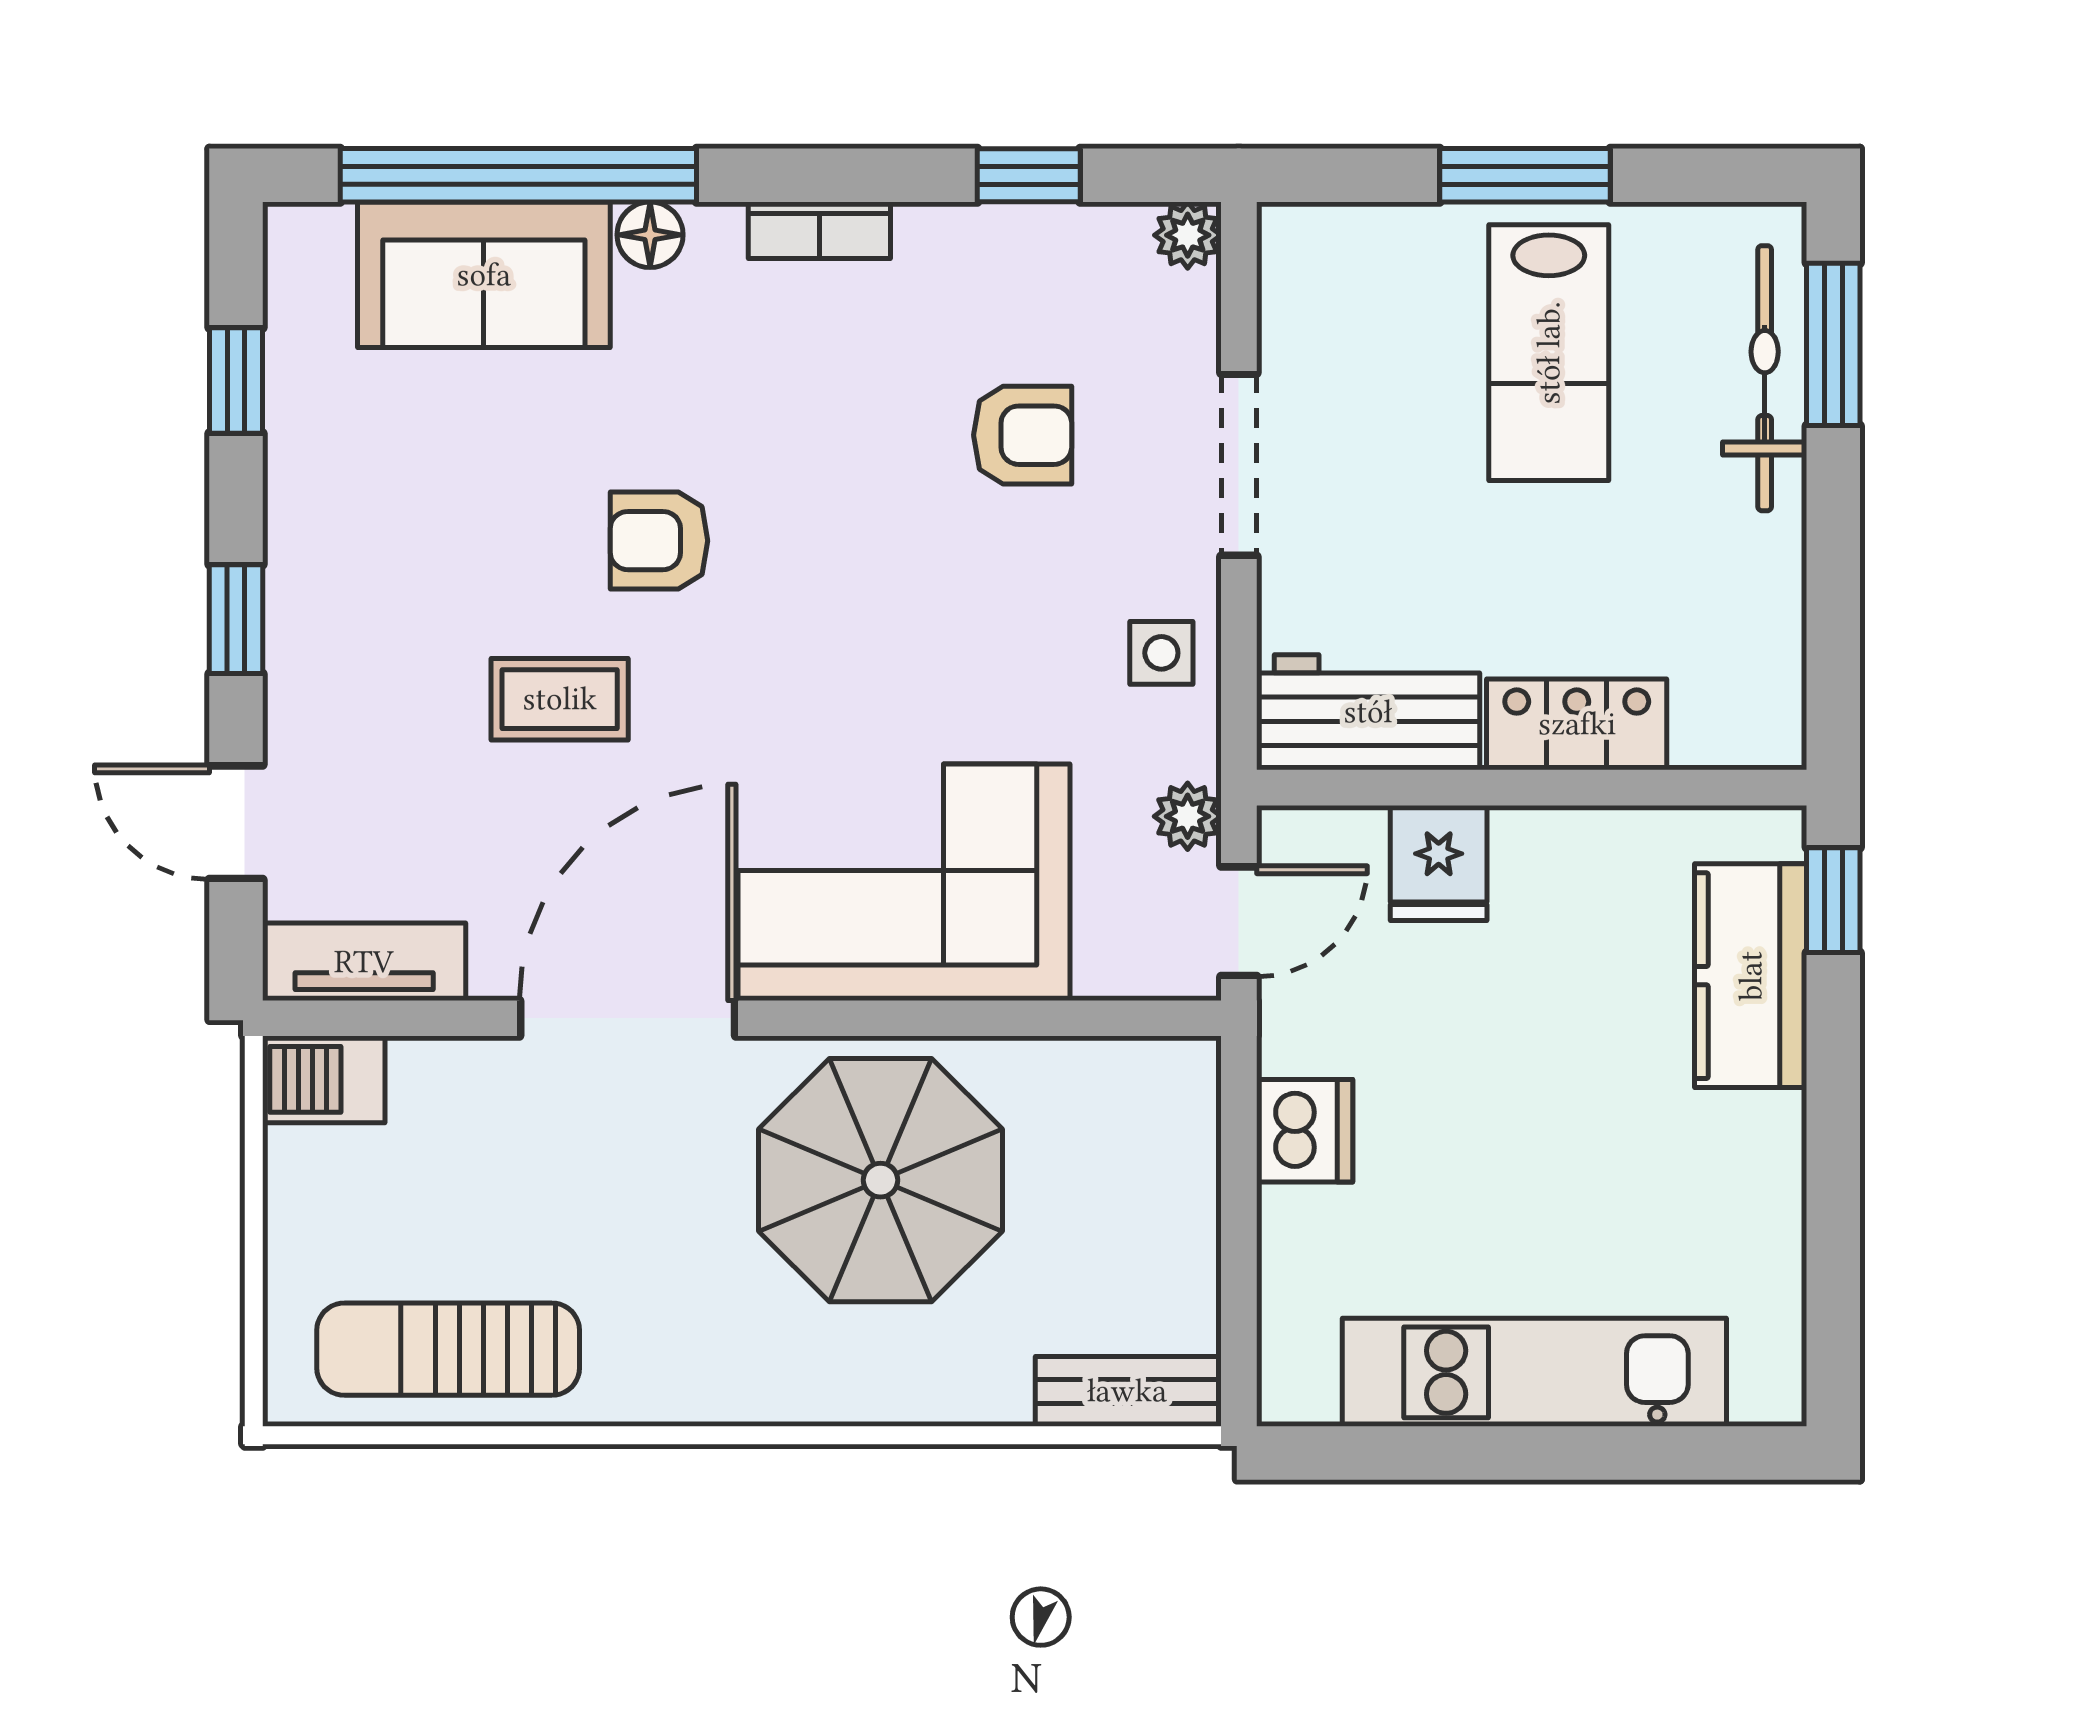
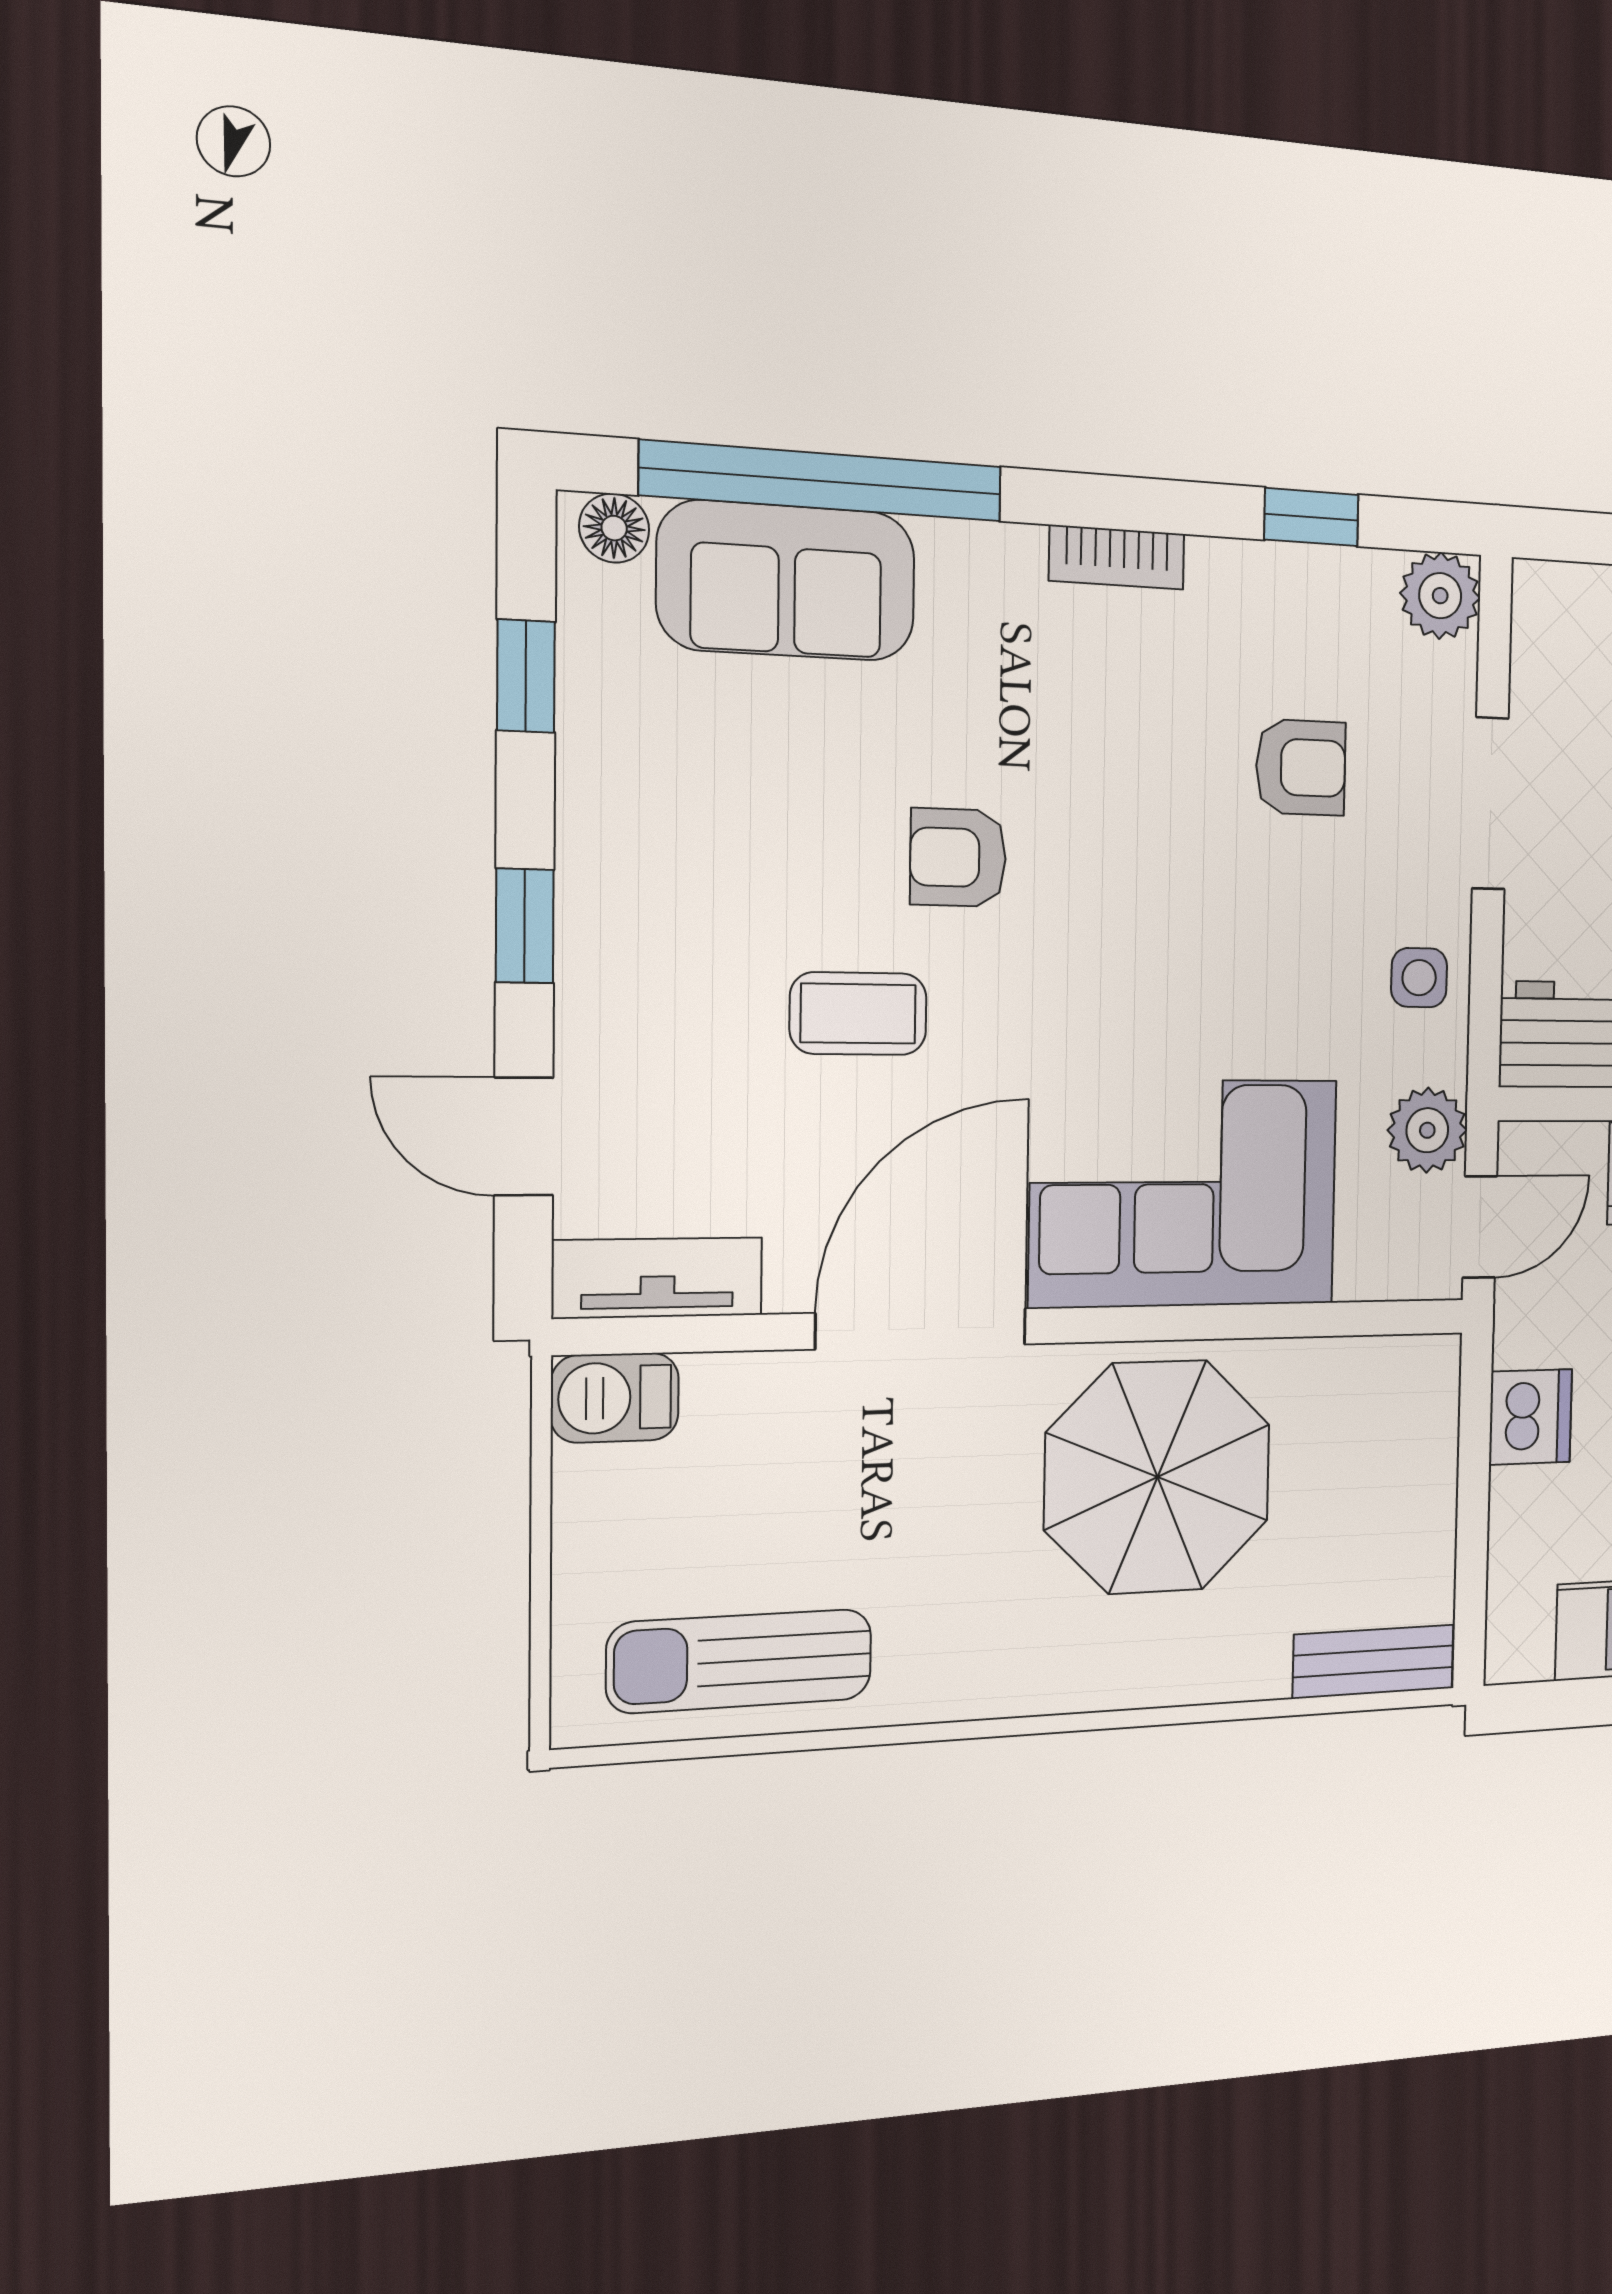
floor lamp: (650, 235) -> (614, 528), moved
plant: (1188, 235) -> (1440, 596), width x1.38, depth x1.38
plant: (1188, 816) -> (1427, 1130), width x1.38, depth x1.38

